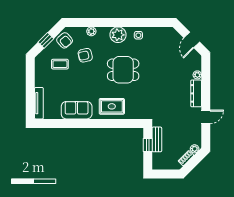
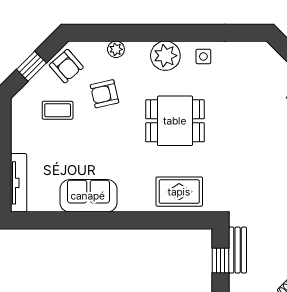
rug: (112, 106) -> (179, 192), moved

